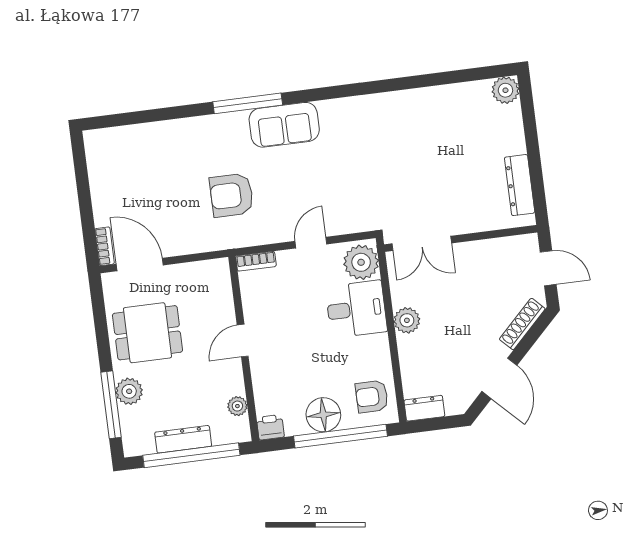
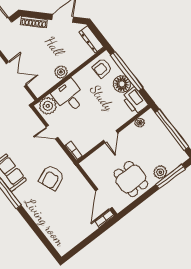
armchair: (232, 195) -> (52, 178), turned 68
double door: (422, 243) -> (16, 74), moved
door: (243, 341) -> (111, 137), hinge flipped
armchair: (372, 397) -> (102, 68), turned 90
dresser: (424, 408) -> (91, 39), width x1.44
printer: (270, 427) -> (135, 101), width x1.87, depth x1.48
dresser: (183, 439) -> (167, 137), removed

